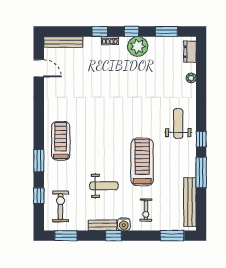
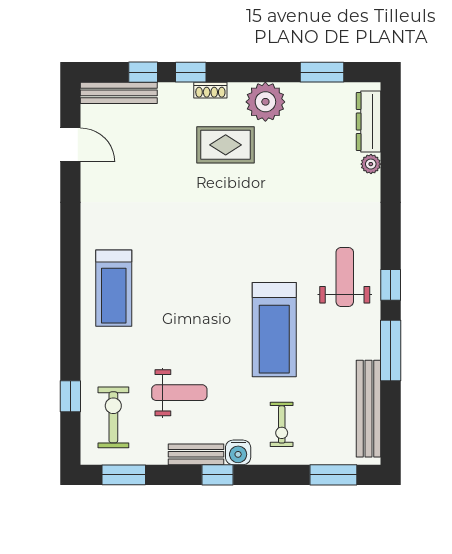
window: (132, 31) -> (143, 72), moved
dresser: (190, 52) -> (369, 121), width x1.44
rug: (117, 68) -> (226, 145), added
weight bench: (178, 124) -> (345, 277), moved
treadmill: (61, 141) -> (114, 288), turned 180
window: (39, 161) -> (70, 327), removed
treadmill: (142, 162) -> (274, 330), turned 180
weight bench: (104, 186) -> (179, 393), moved

